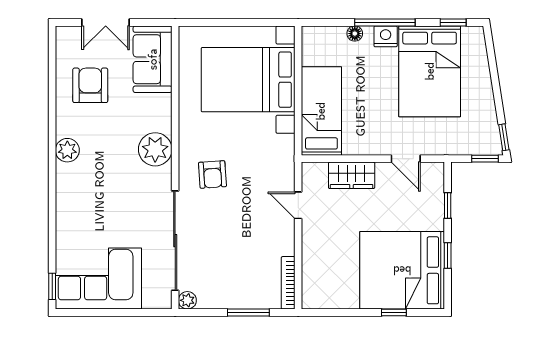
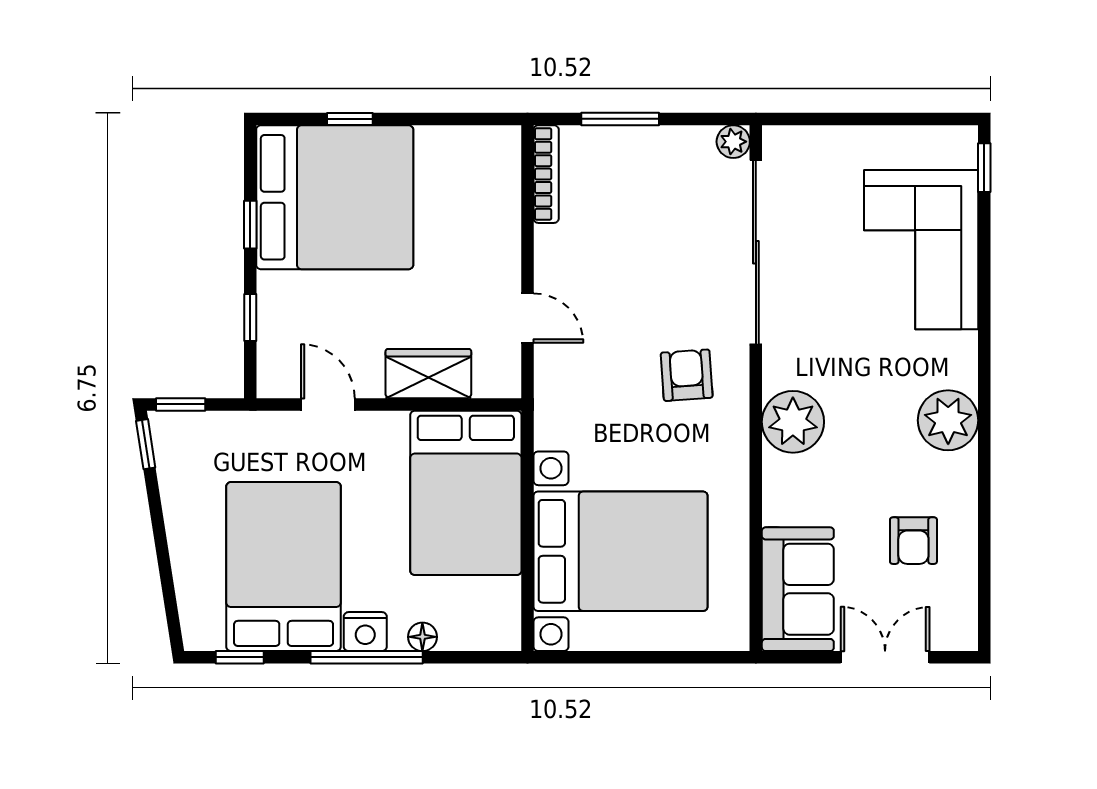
armchair: (90, 85) -> (913, 541), width x0.72, depth x0.72
bed: (321, 111) -> (466, 493), width x1.50
plant: (67, 150) -> (948, 420), width x1.36, depth x1.36
corner sofa: (98, 279) -> (921, 250), moved, turned 90

